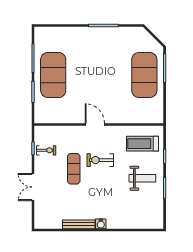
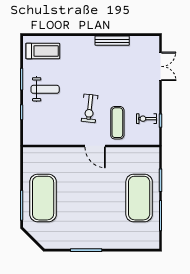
treadmill: (142, 144) -> (43, 51), moved
exercise bike: (100, 160) -> (90, 108), turned 96
exercise mat: (74, 169) -> (117, 123), moved
weight bench: (142, 178) -> (45, 89), turned 180
double door: (33, 187) -> (160, 66), moved
water cooler: (101, 224) -> (89, 41), removed

